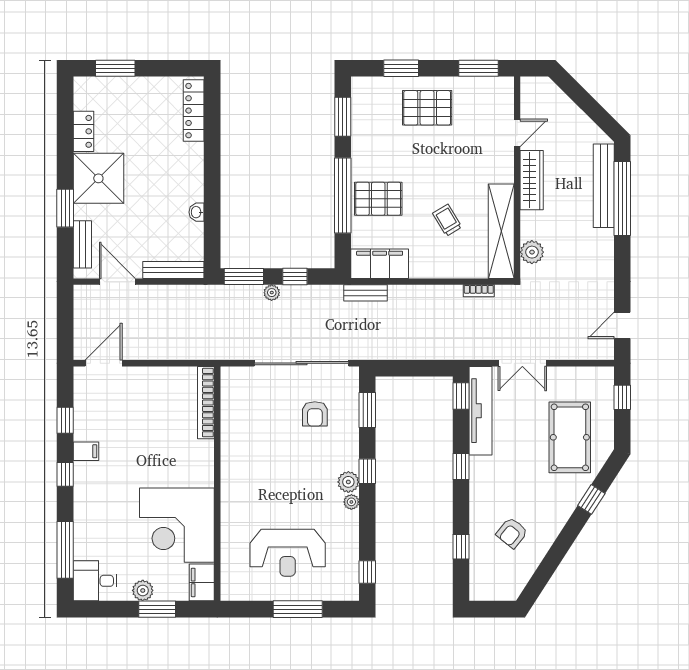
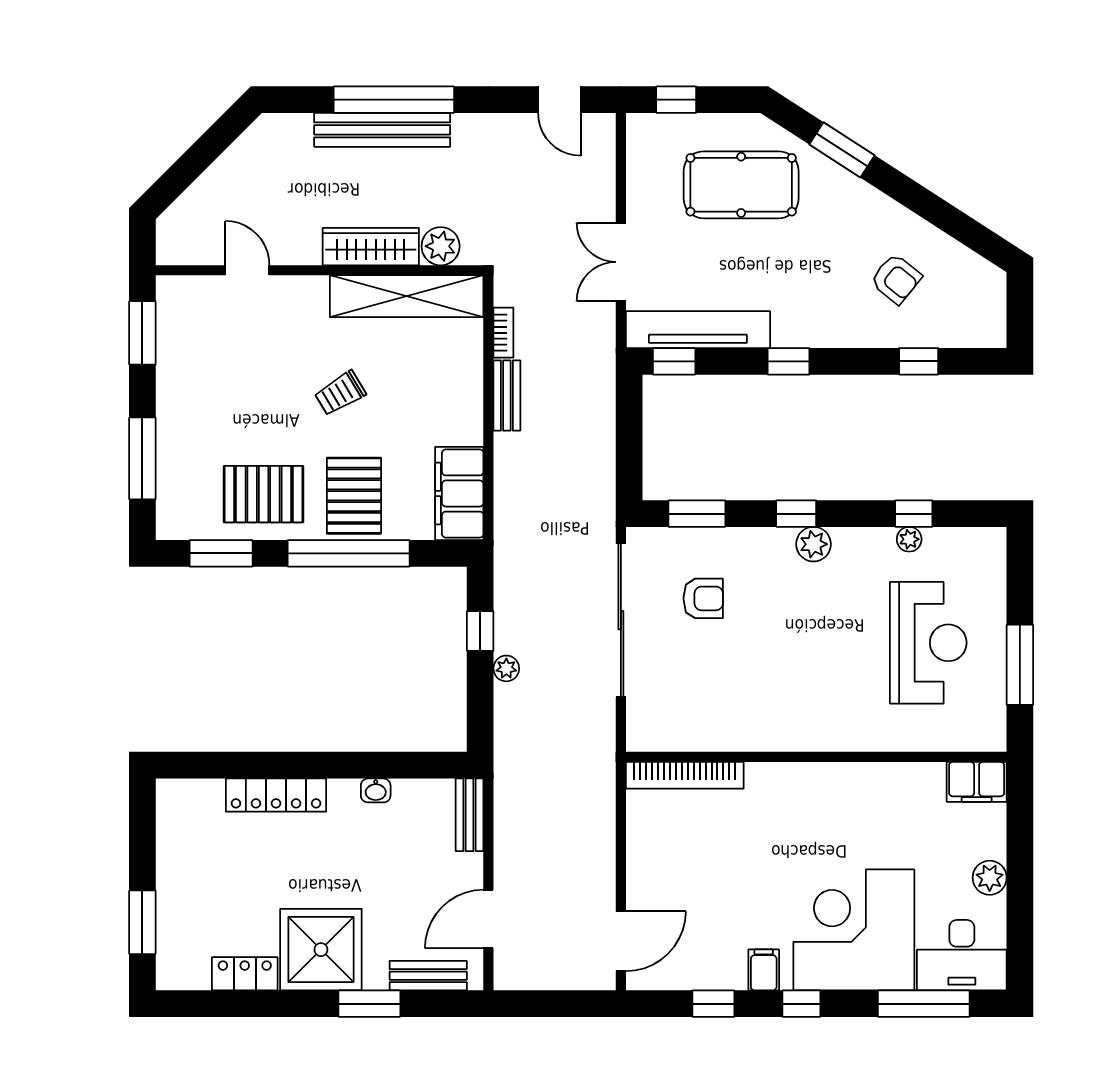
window: (401, 68) -> (142, 458), width x1.44
pallet: (427, 108) -> (264, 494), moved, turned 90
locker: (194, 111) -> (276, 795), moved
wardrobe: (532, 180) -> (371, 247), moved
bench: (604, 186) -> (382, 130), moved
window: (622, 198) -> (394, 100), moved
trolley: (447, 220) -> (340, 393), moved
bench: (173, 270) -> (470, 815), width x0.73
window: (244, 276) -> (480, 714), removed
bench: (366, 293) -> (507, 395), moved
door: (104, 363) -> (621, 941), swing flipped
double door: (522, 363) -> (621, 262), swing flipped
window: (591, 499) -> (842, 150), width x1.50
plant: (351, 502) -> (909, 539), moved
corner desk: (177, 525) -> (854, 930), moved, turned 180
window: (367, 572) -> (914, 514), moved
desk: (95, 581) -> (962, 955), width x1.37
window: (157, 609) -> (1020, 854), removed
window: (298, 609) -> (1020, 665), moved

